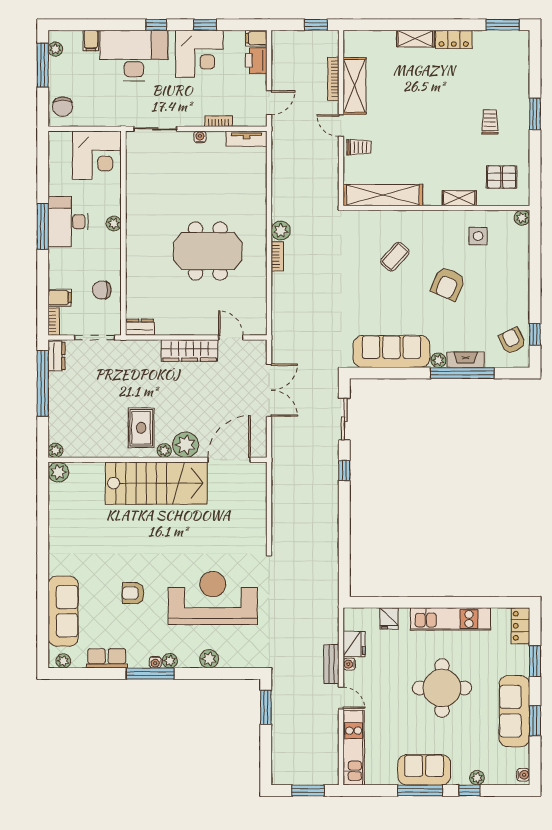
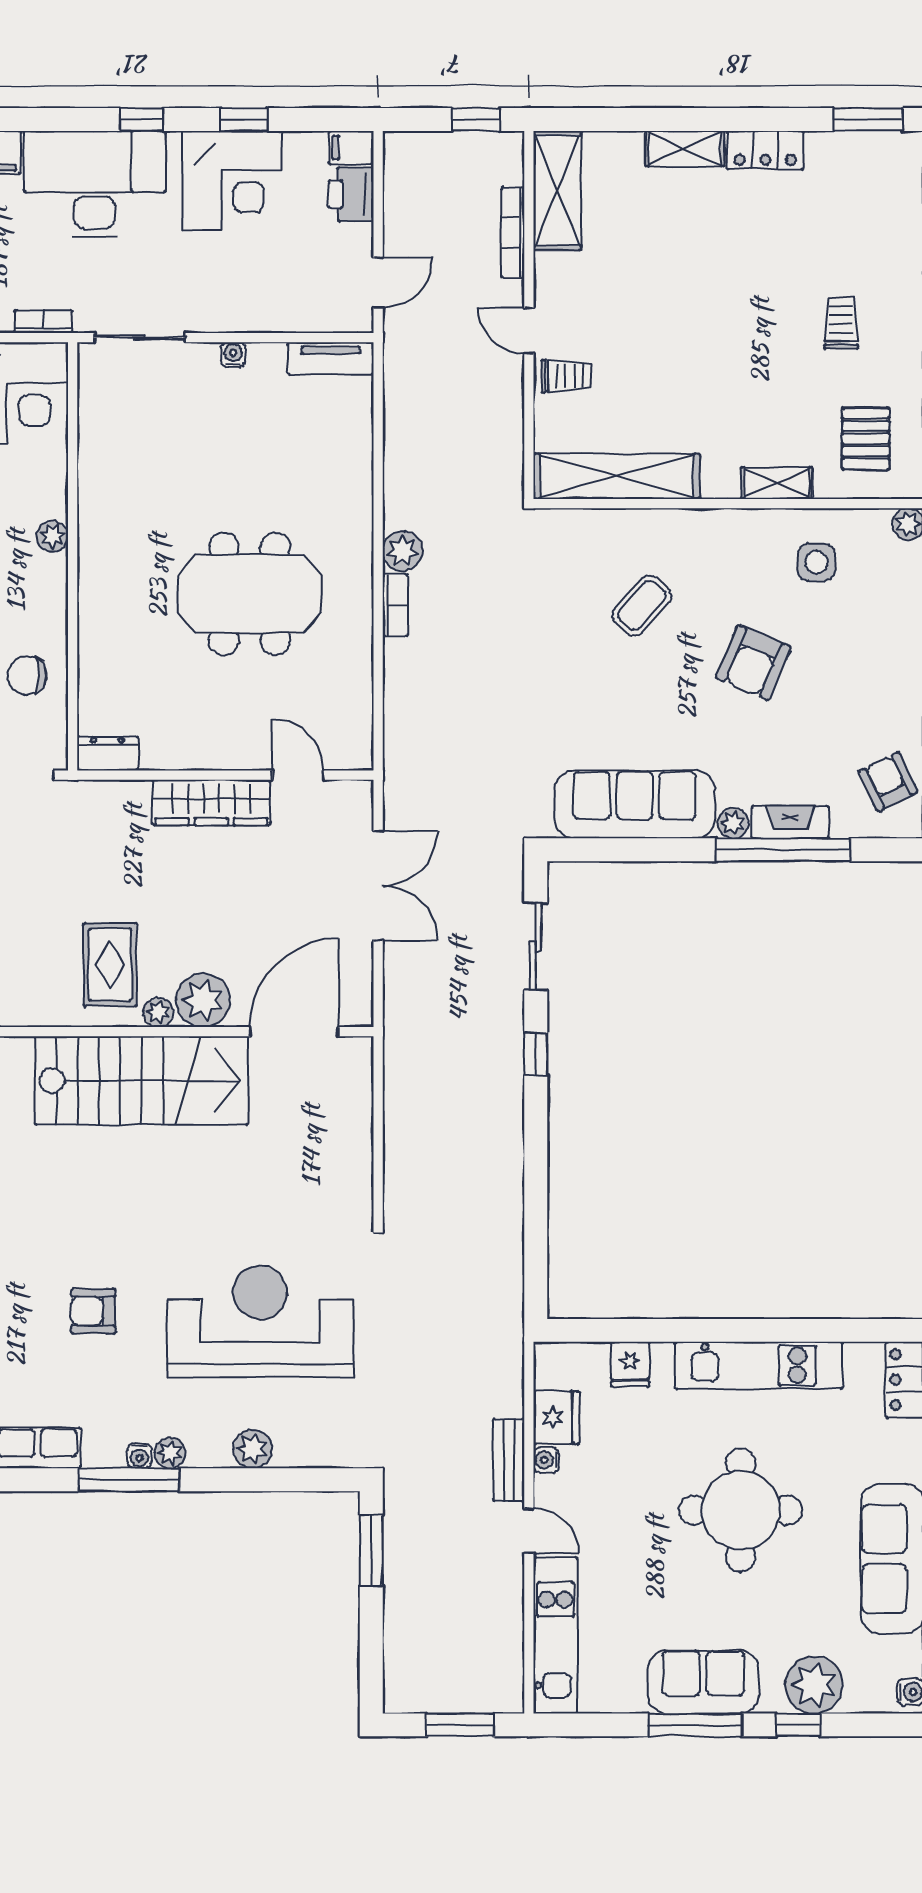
shelving: (355, 86) -> (557, 190), moved
bookcase: (219, 121) -> (43, 322), moved
pallet: (502, 177) -> (866, 439), turned 90
plant: (477, 778) -> (814, 1685), width x1.88, depth x1.88

